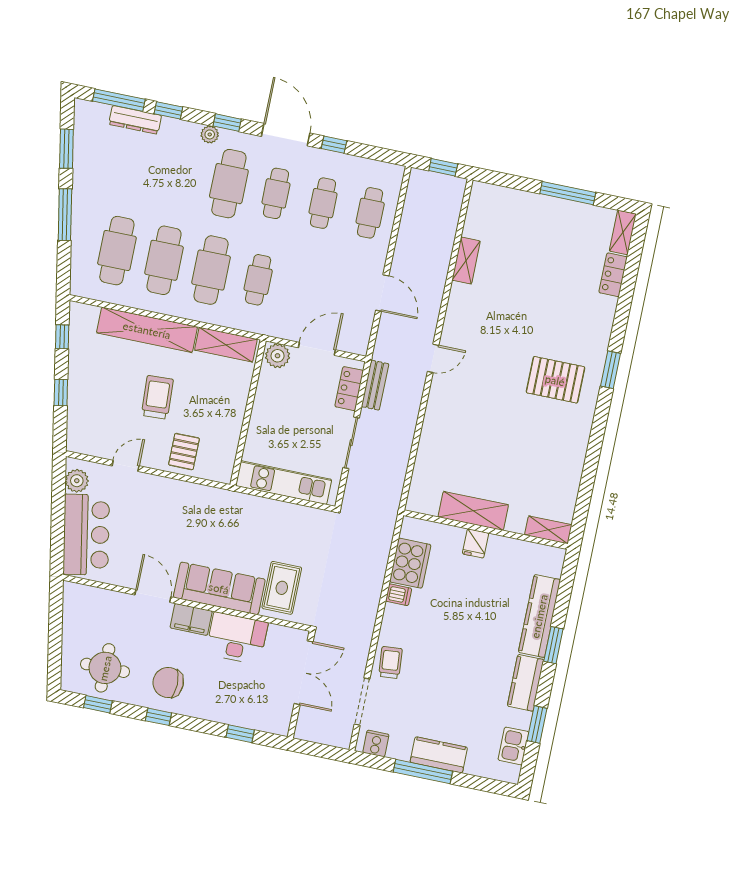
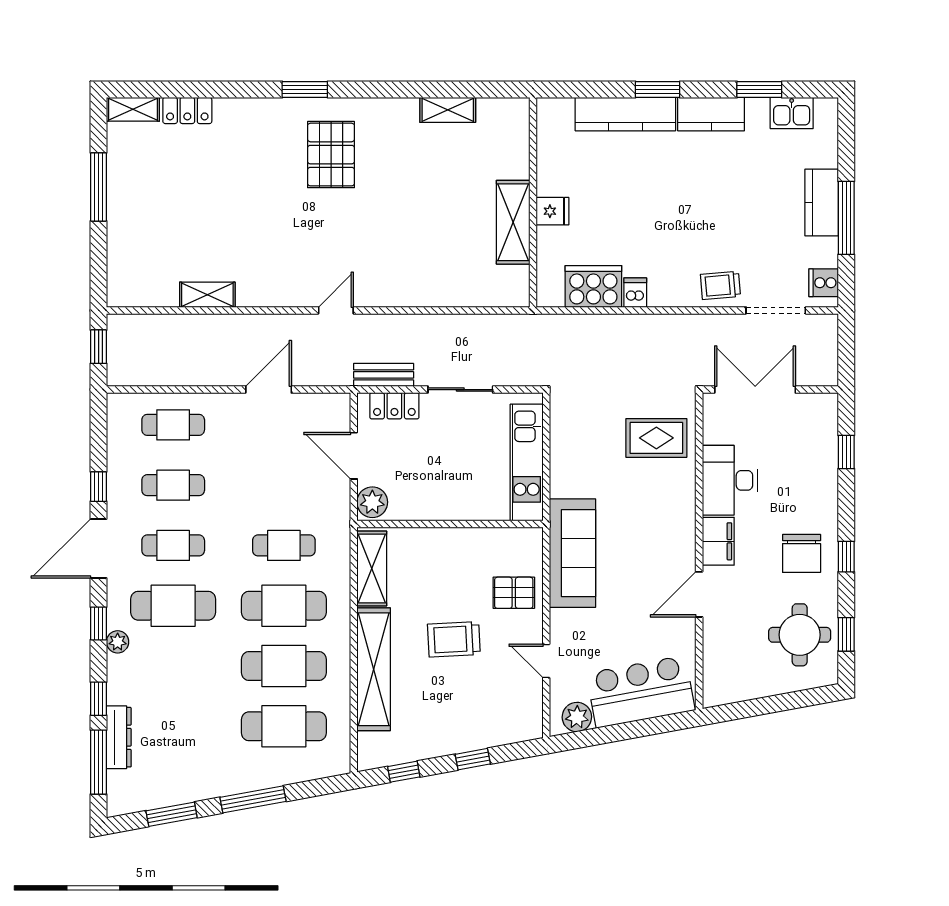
door: (433, 358) -> (336, 310), hinge flipped
shelving: (548, 530) -> (448, 110), moved, turned 90
sofa: (219, 588) -> (572, 553), moved, turned 180

